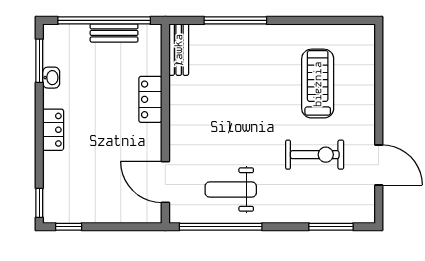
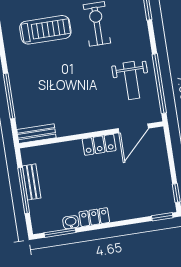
window: (104, 20) -> (24, 191), width x0.68
treadmill: (318, 84) -> (45, 30), turned 180
locker: (150, 99) -> (99, 145), moved
locker: (53, 130) -> (94, 217), moved

